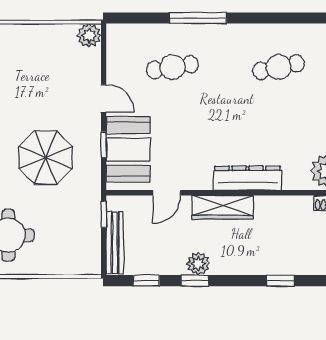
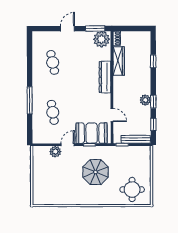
plant: (89, 35) -> (55, 152), moved
wardrobe: (223, 207) -> (119, 61), moved

